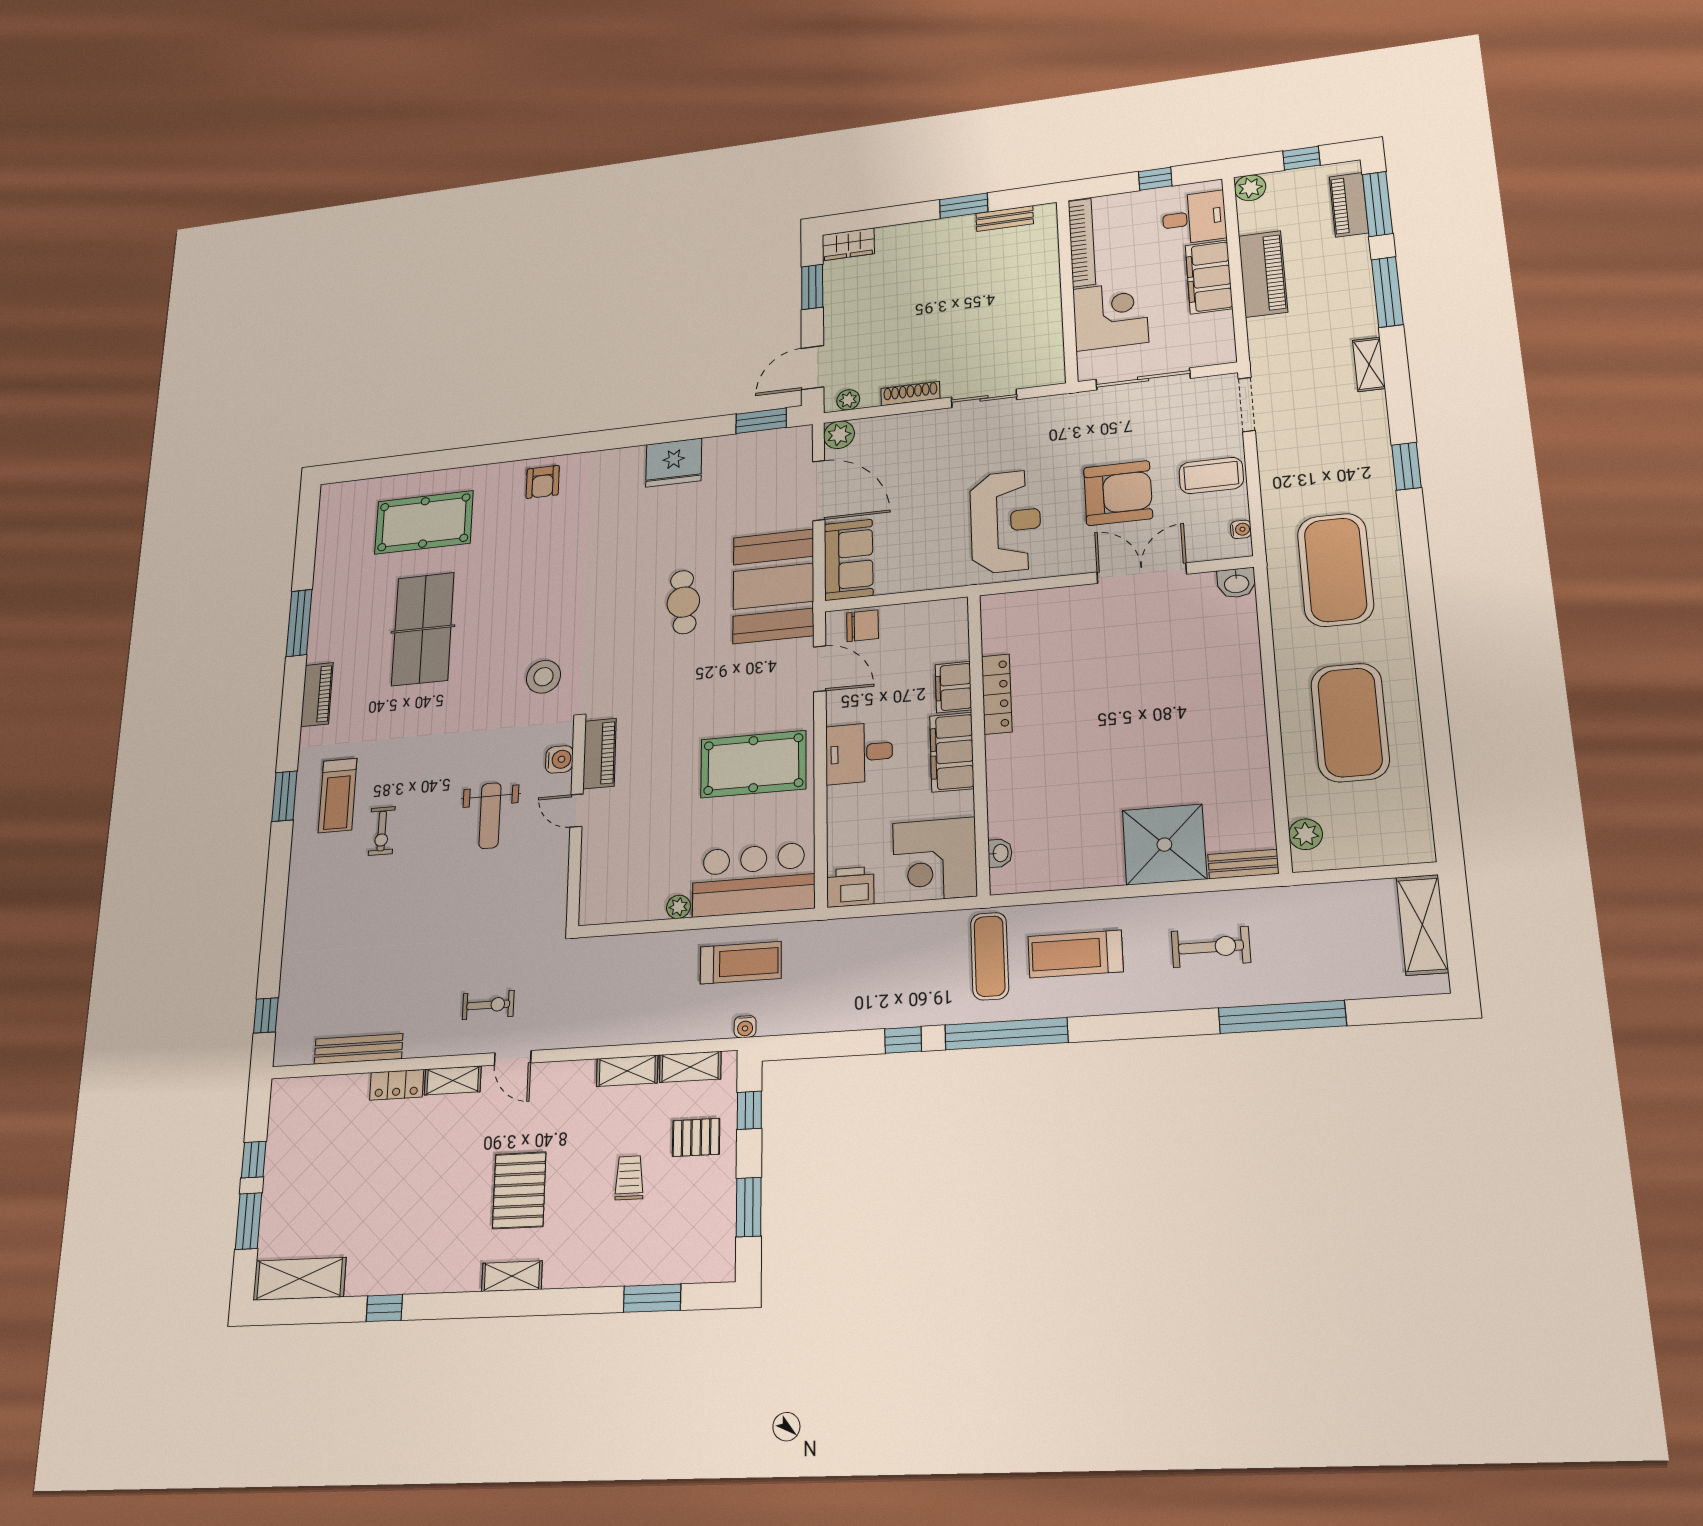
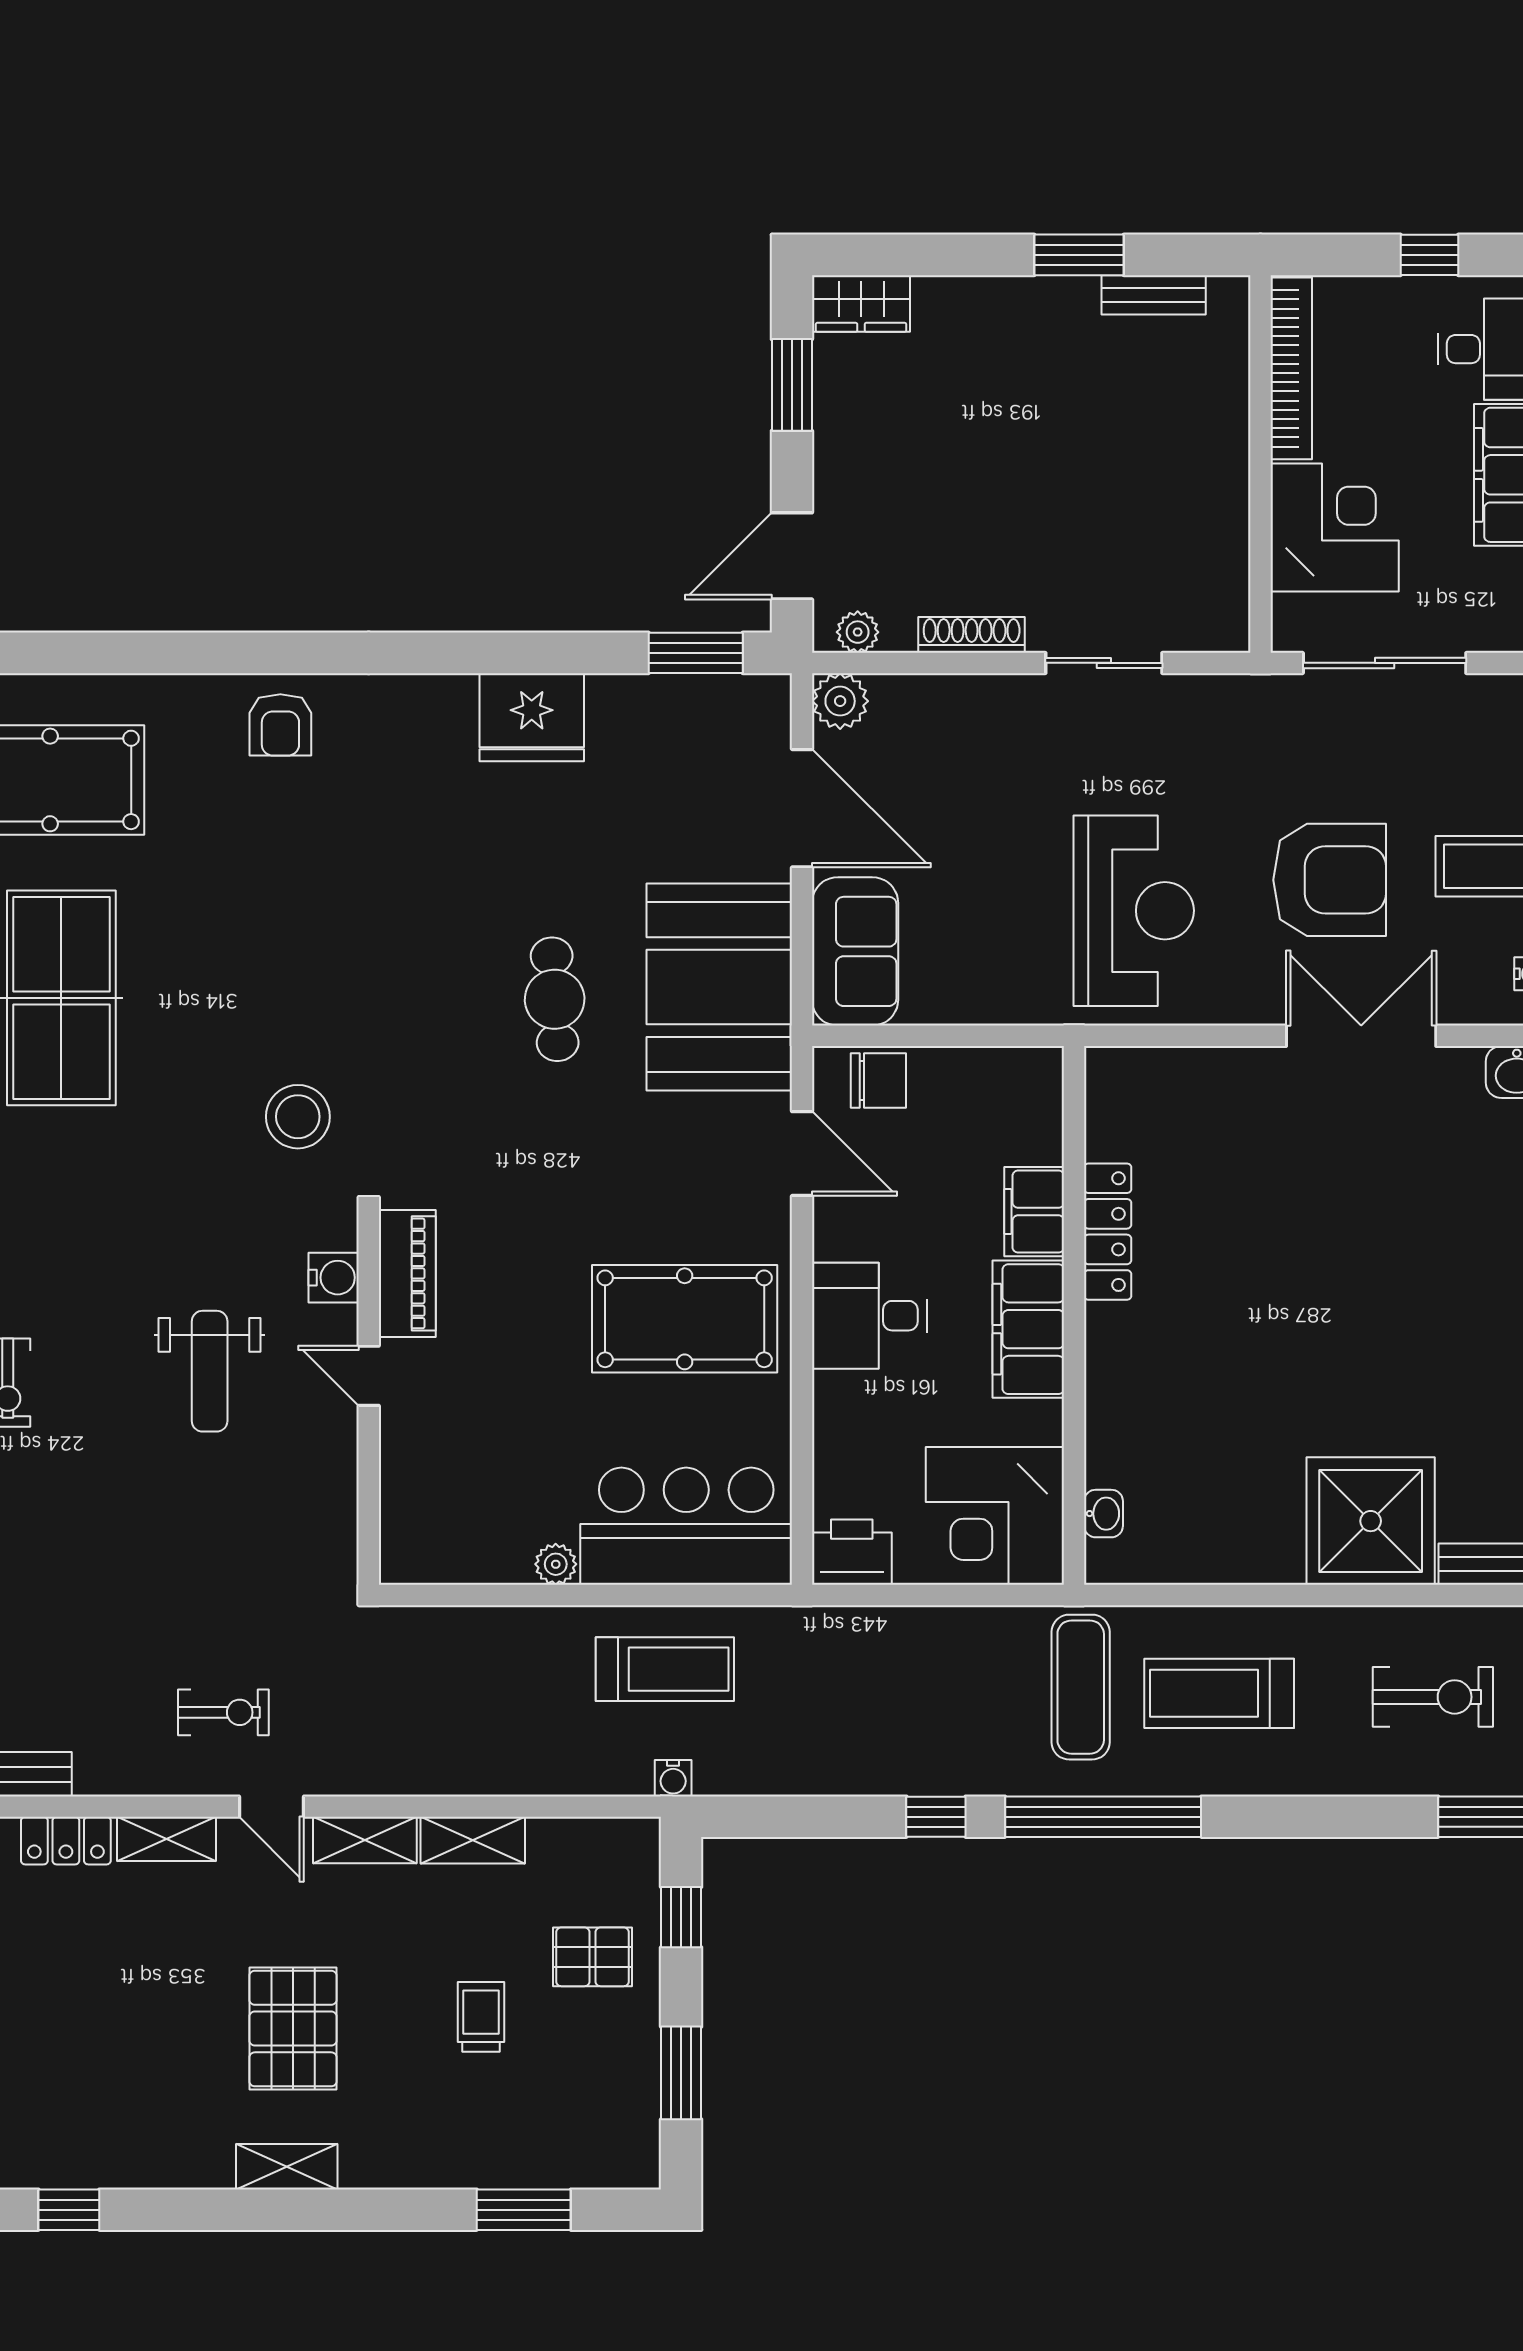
shelving: (690, 1067) -> (365, 1840), moved

